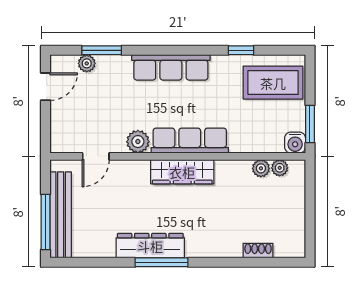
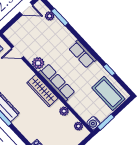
row of seats: (171, 67) -> (82, 54), width x0.68
plant: (261, 168) -> (64, 111), moved

